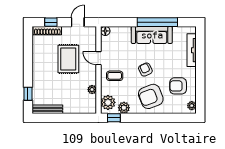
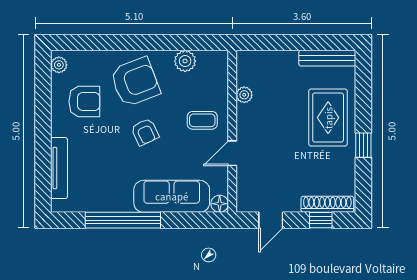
sofa: (152, 35) -> (172, 196), moved
door: (99, 58) -> (232, 153), swing flipped
rug: (68, 59) -> (328, 118), moved
window: (28, 94) -> (363, 145), moved
plant: (108, 102) -> (215, 71), removed
window: (114, 118) -> (204, 43), removed

